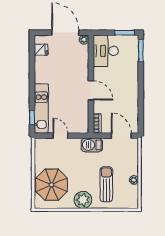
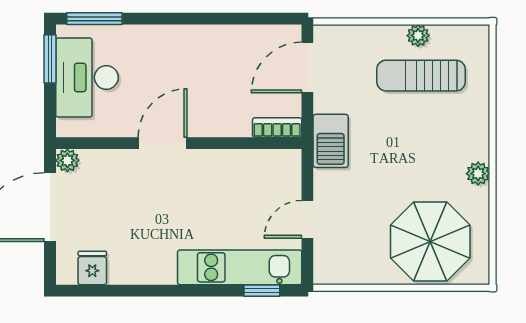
desk: (106, 51) -> (87, 77), moved, turned 90
door: (91, 90) -> (163, 143), moved
sun lounger: (106, 184) -> (421, 76), moved
plant: (83, 200) -> (478, 174), width x0.53, depth x0.53

